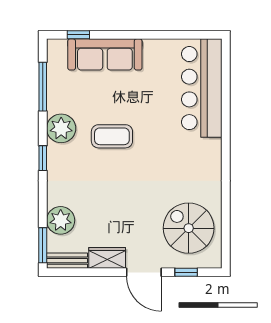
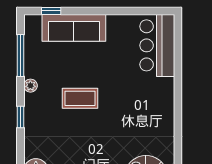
bar counter: (202, 88) -> (157, 45), width x0.73
plant: (61, 128) -> (30, 86), width x0.53, depth x0.53

